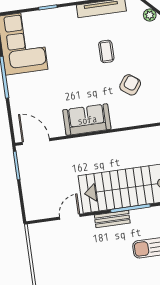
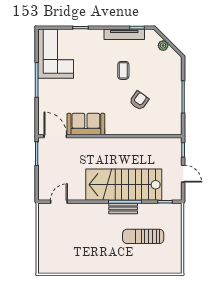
sofa: (87, 120) -> (86, 124), moved
door: (70, 217) -> (59, 202), moved
bench: (112, 219) -> (123, 208), moved

